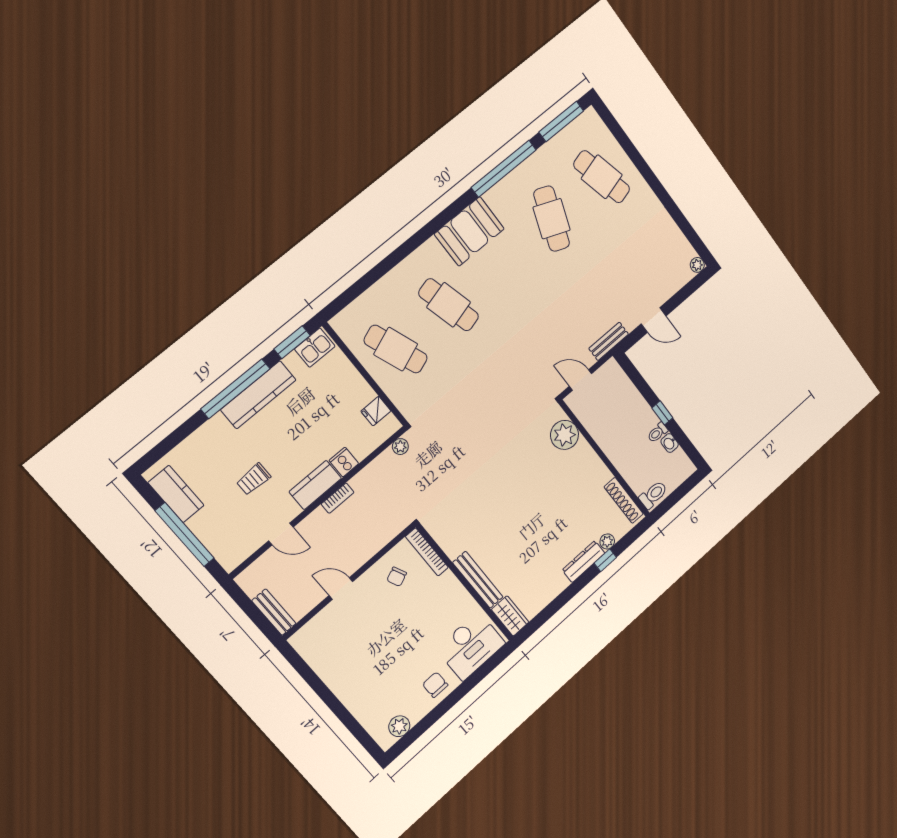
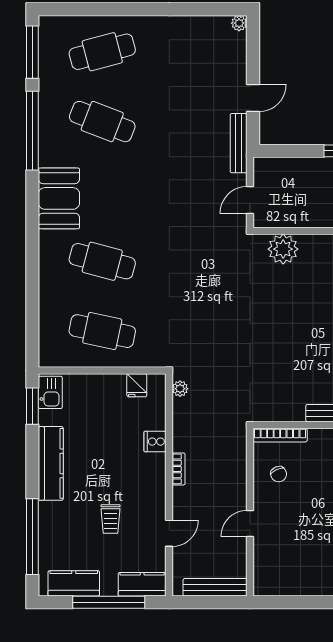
cafe table: (449, 305) -> (102, 261), turned 30
bench: (609, 341) -> (239, 143), width x1.36
cafe table: (396, 349) -> (102, 331), turned 33
window: (235, 389) -> (32, 537), moved
kitchen counter: (315, 485) -> (142, 584), moved, turned 90
bench: (274, 612) -> (215, 587), width x1.36

